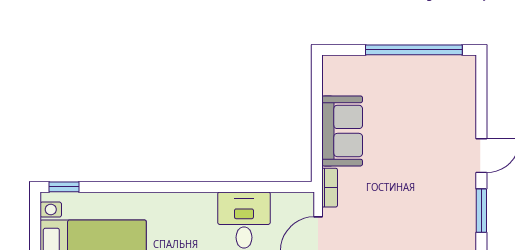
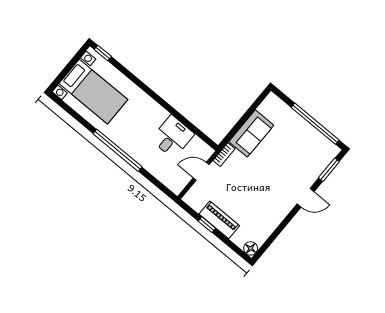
window: (481, 211) -> (329, 170), moved

